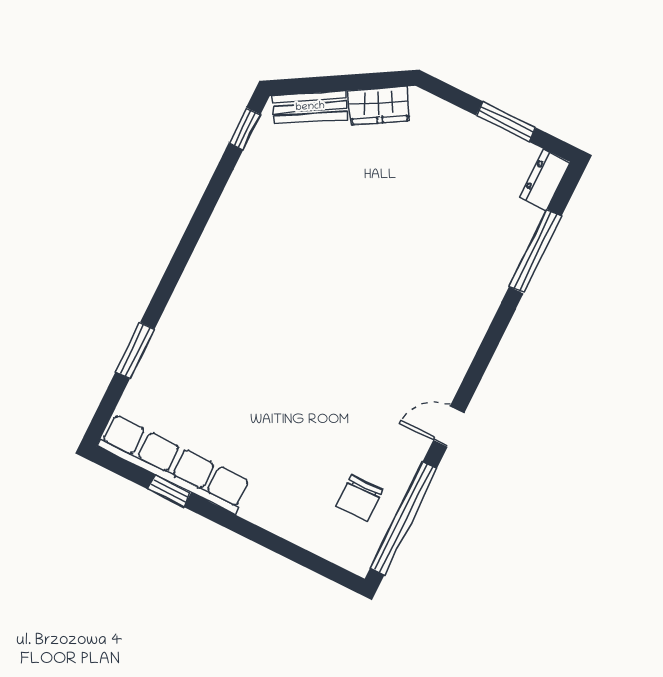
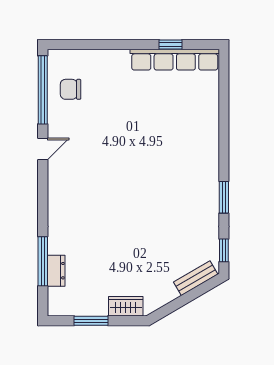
wardrobe: (379, 106) -> (126, 306), moved, turned 30
dresser: (545, 180) -> (56, 271), moved
window: (135, 350) -> (224, 197), moved
chair: (359, 498) -> (71, 89), turned -90

